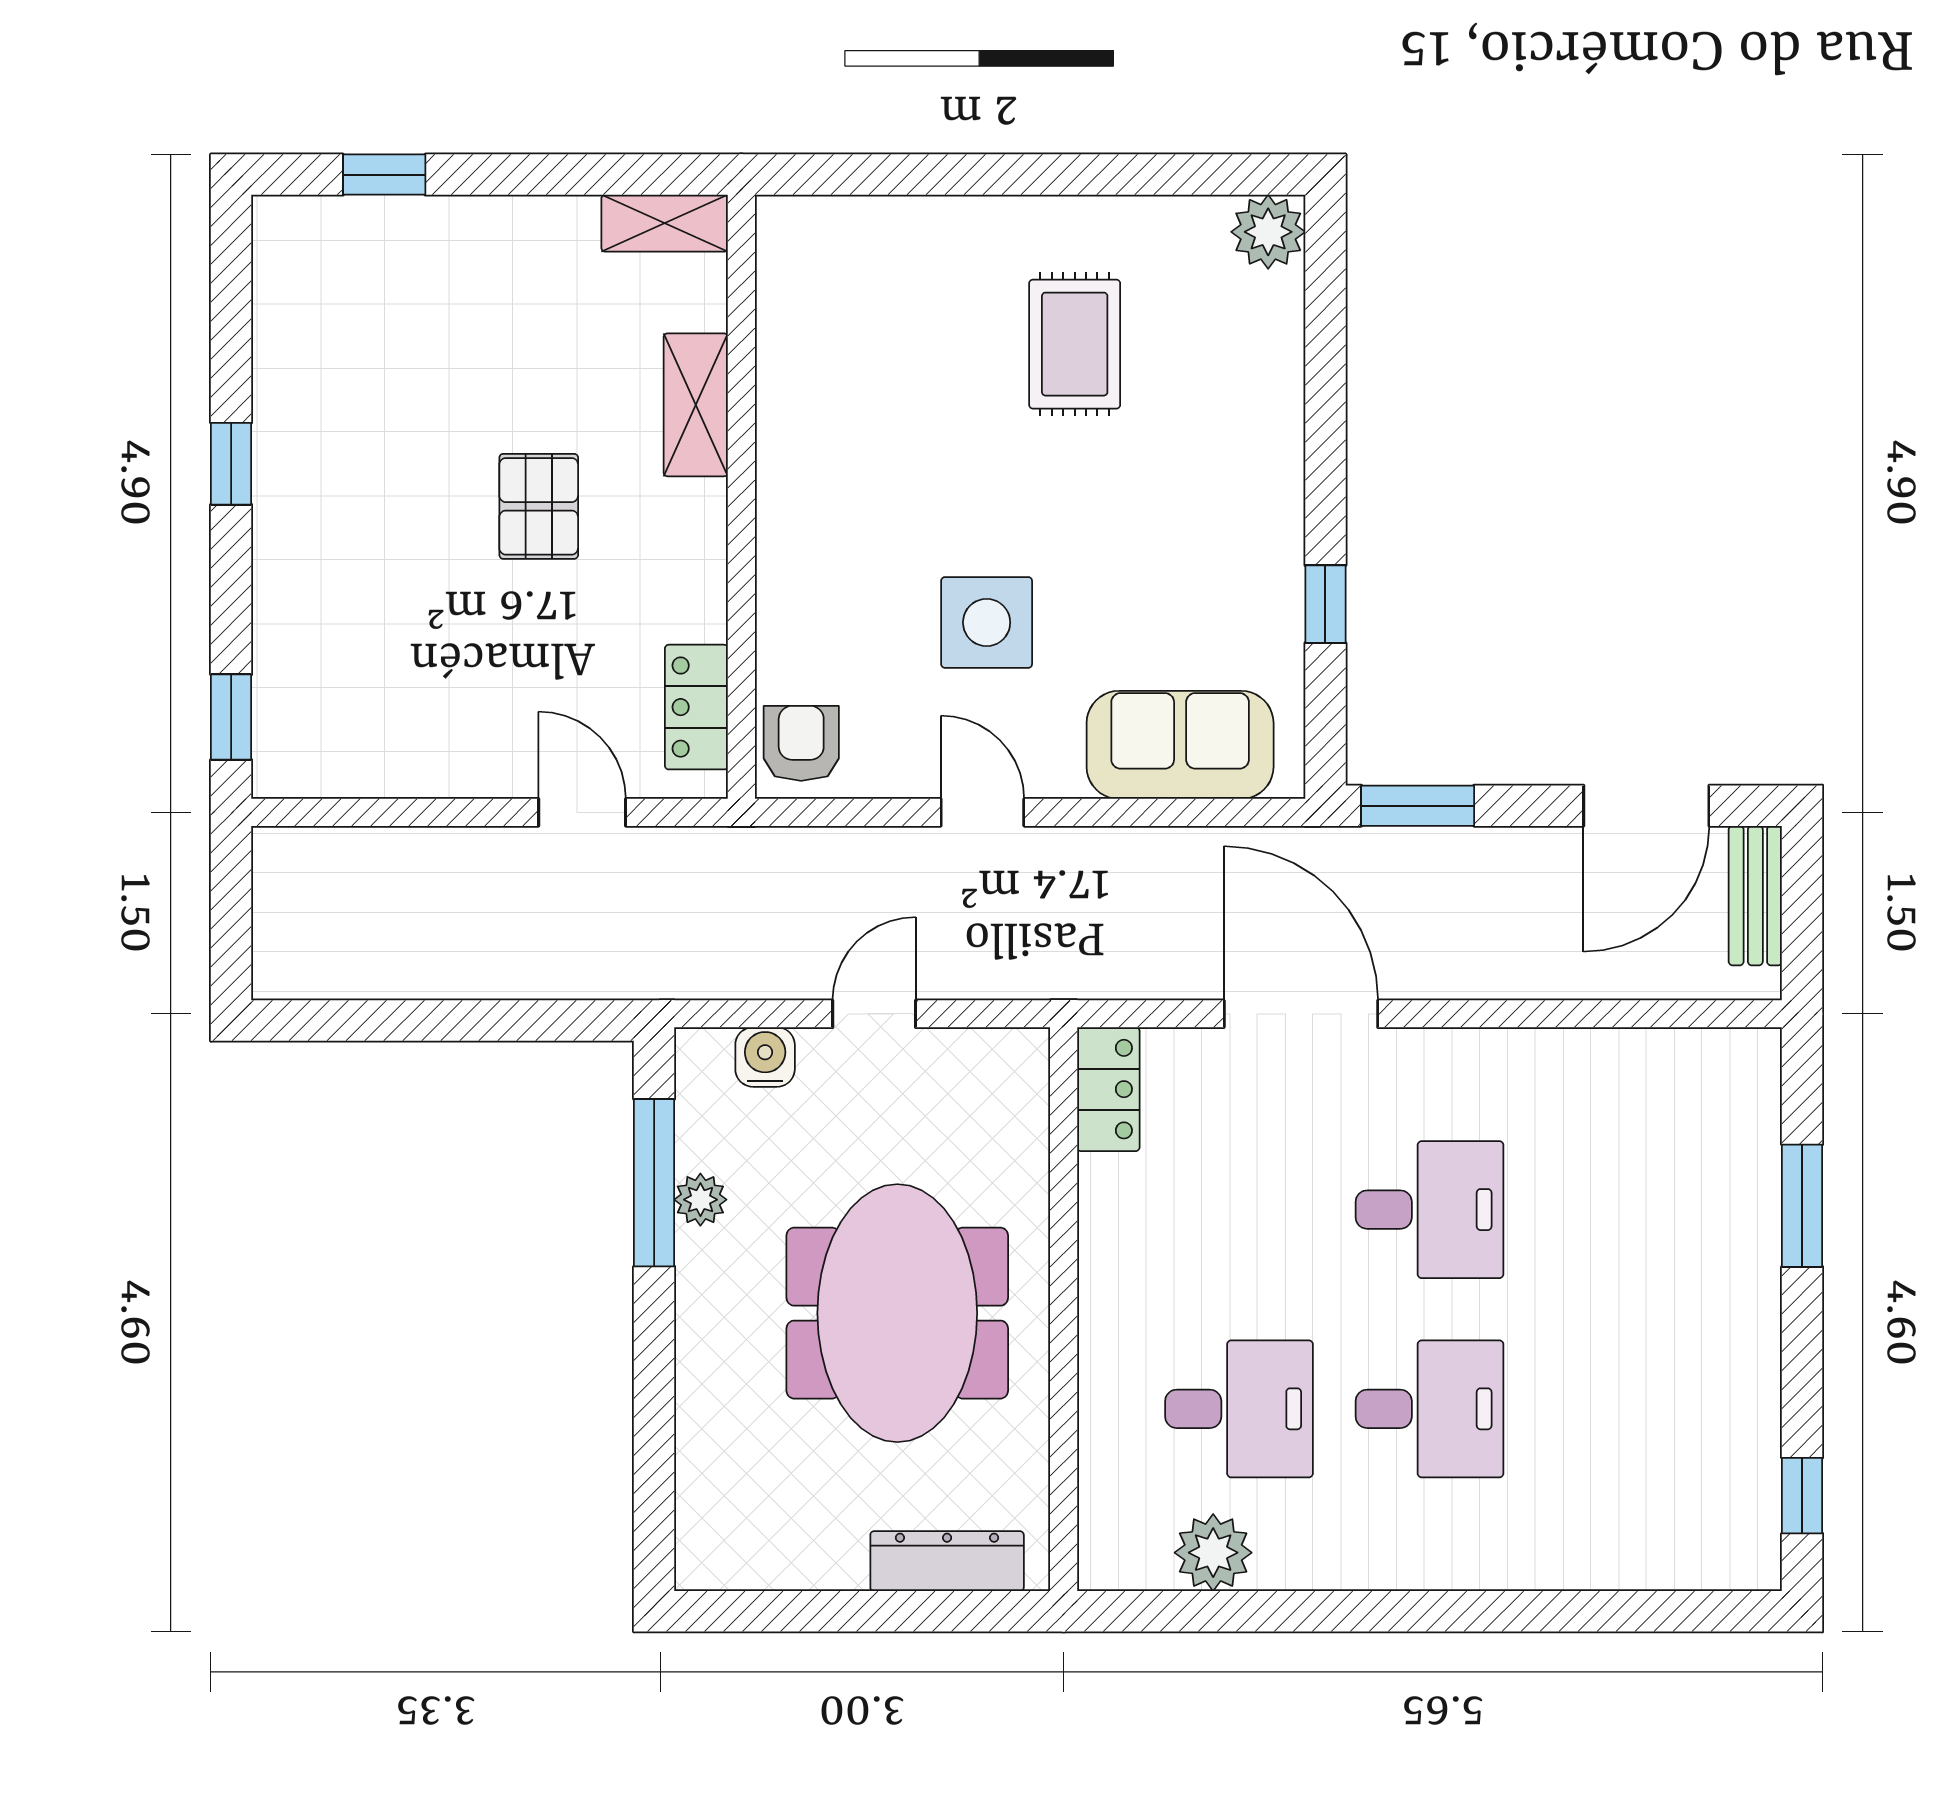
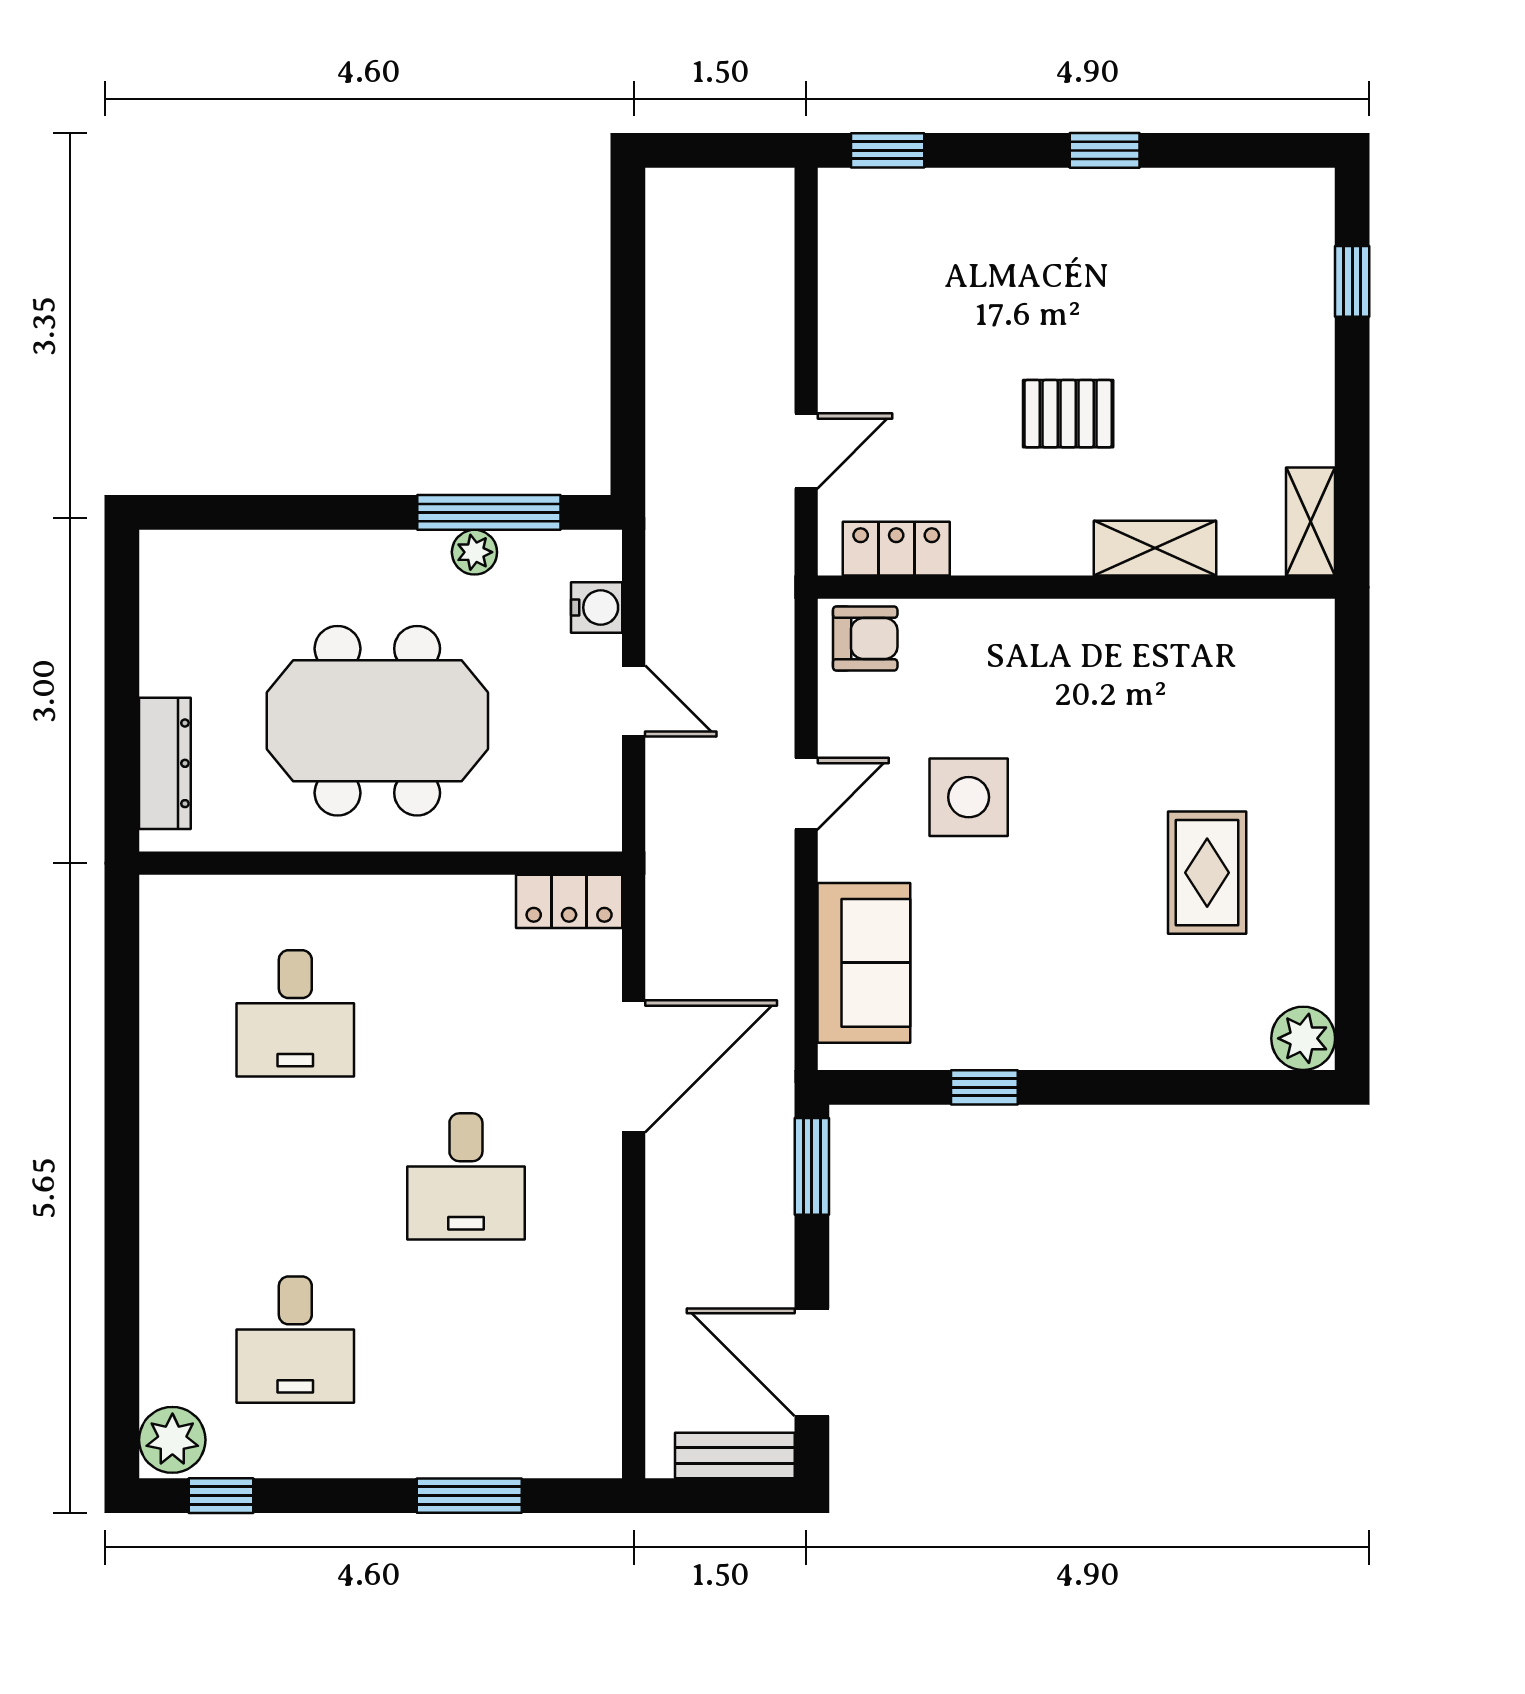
rug: (1075, 344) -> (1207, 873), turned 90
desk: (1429, 1409) -> (295, 1340), moved
plant: (1213, 1553) -> (172, 1440), moved

